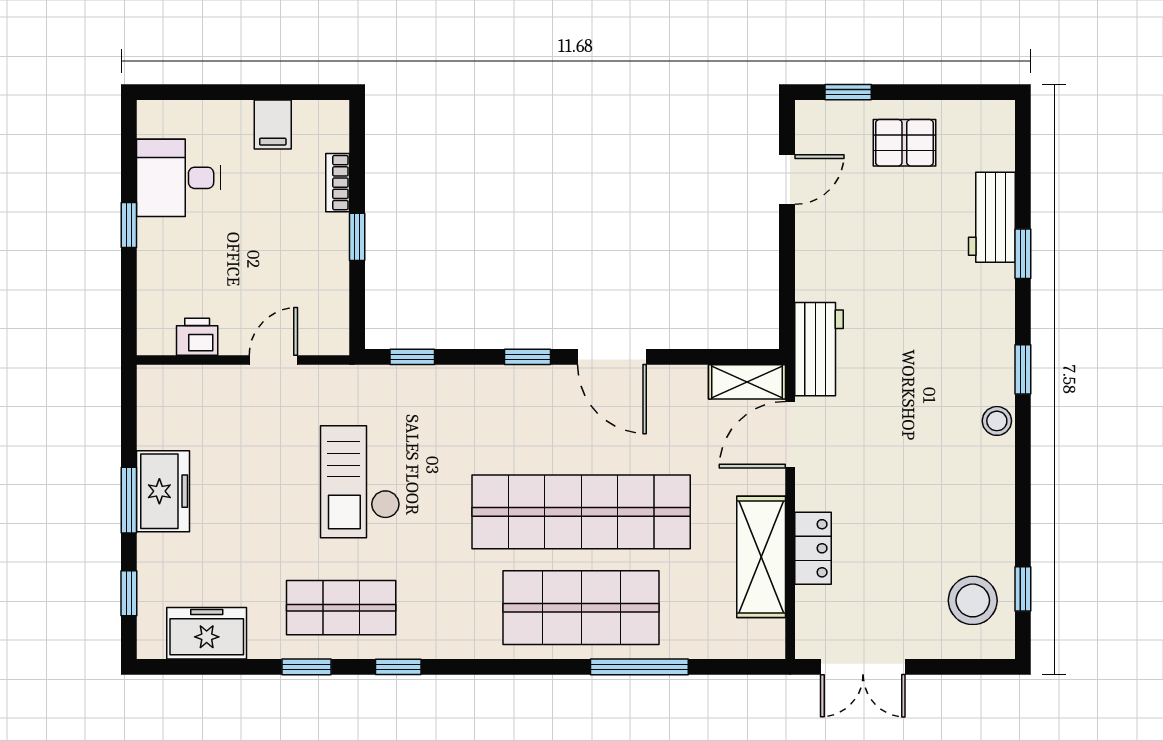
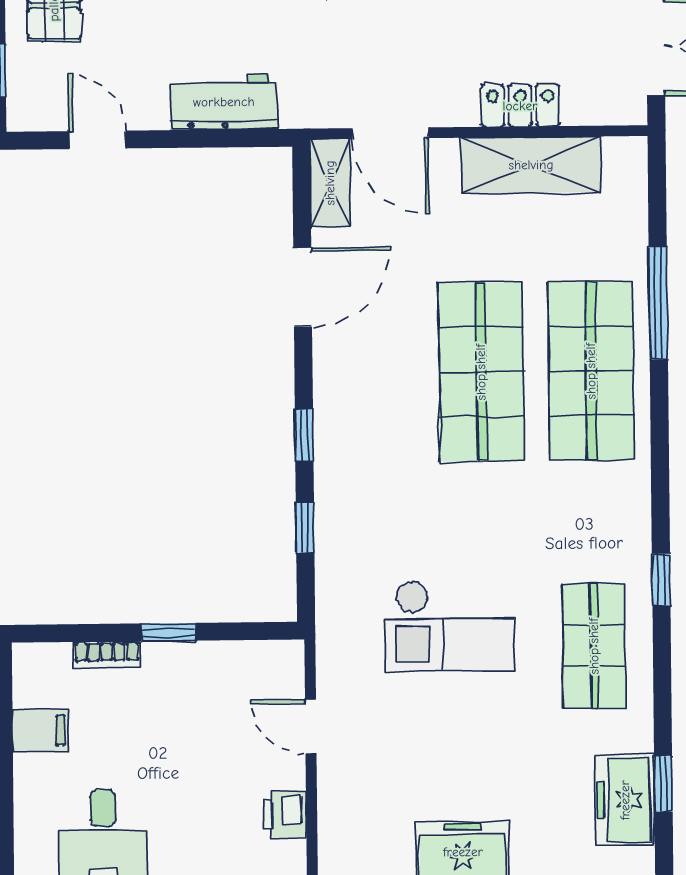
workbench: (819, 349) -> (224, 102), moved
window: (412, 357) -> (305, 528), moved
door: (612, 357) -> (303, 287), moved
shop shelf: (581, 512) -> (481, 372), width x0.71
window: (307, 667) -> (663, 784), moved

